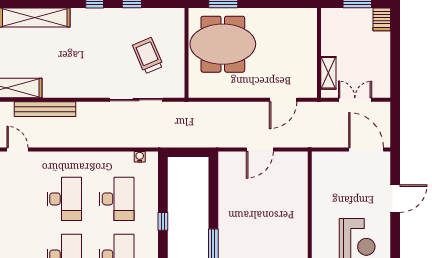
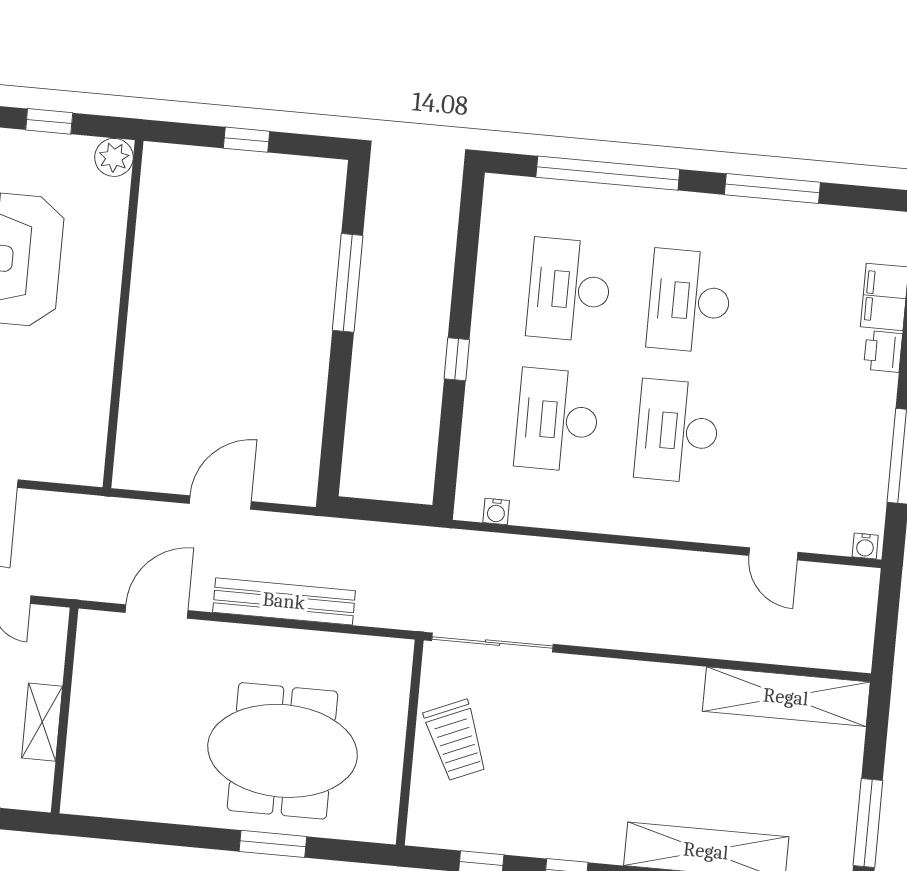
wall: (187, 53) -> (410, 743), moved
shelving: (328, 73) -> (42, 722), moved
bench: (45, 109) -> (284, 601), moved

